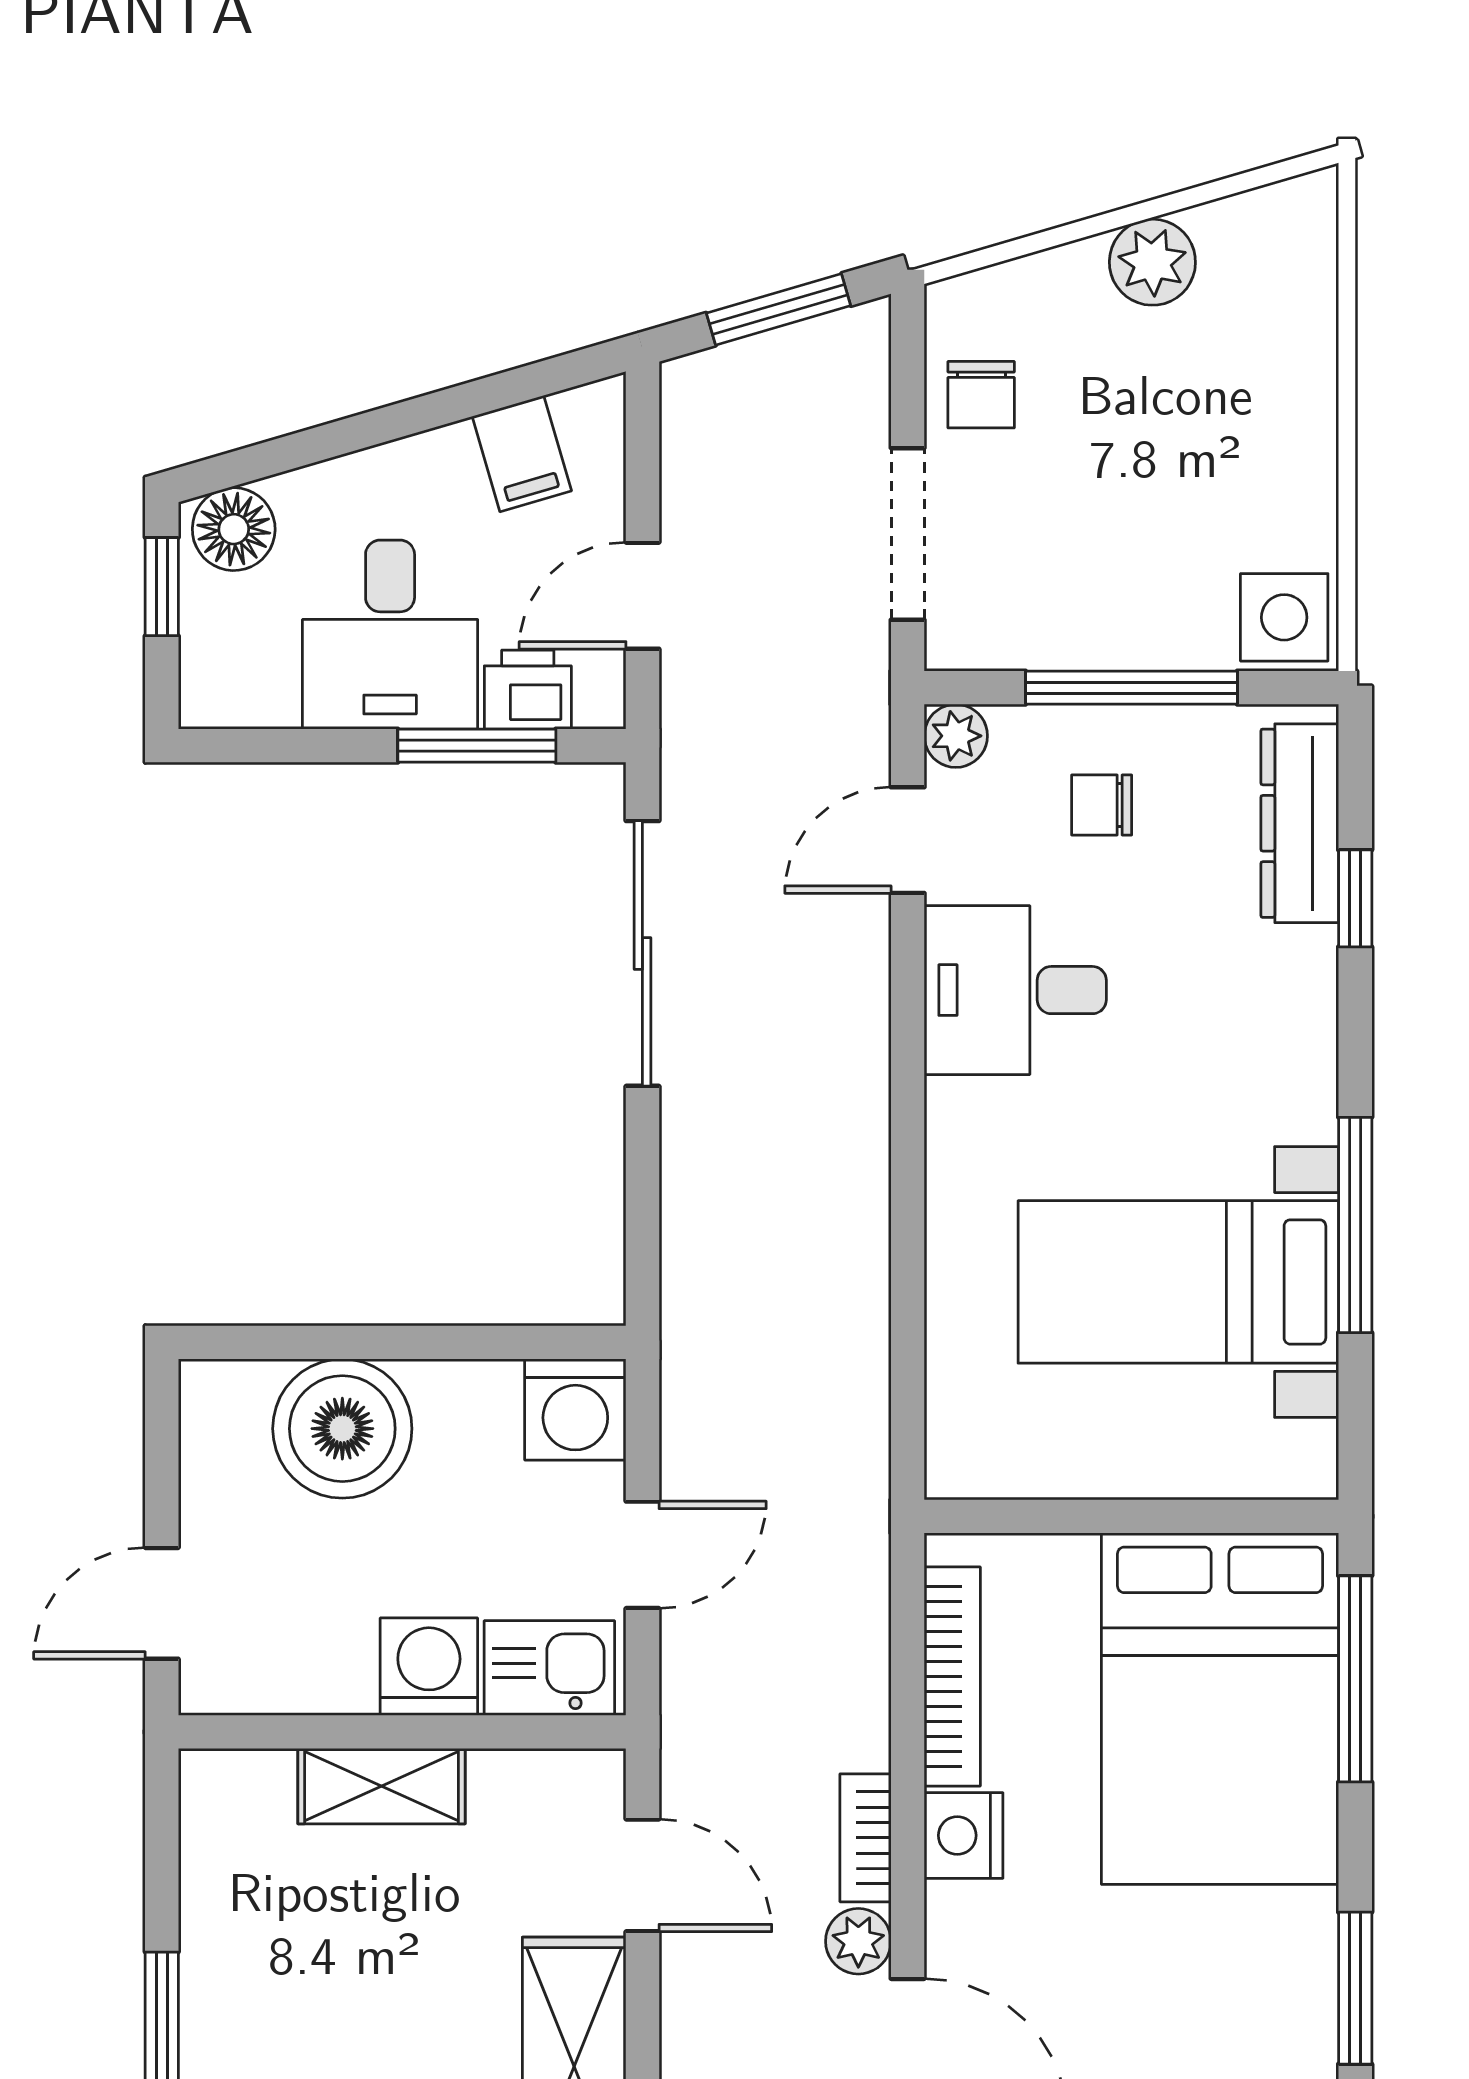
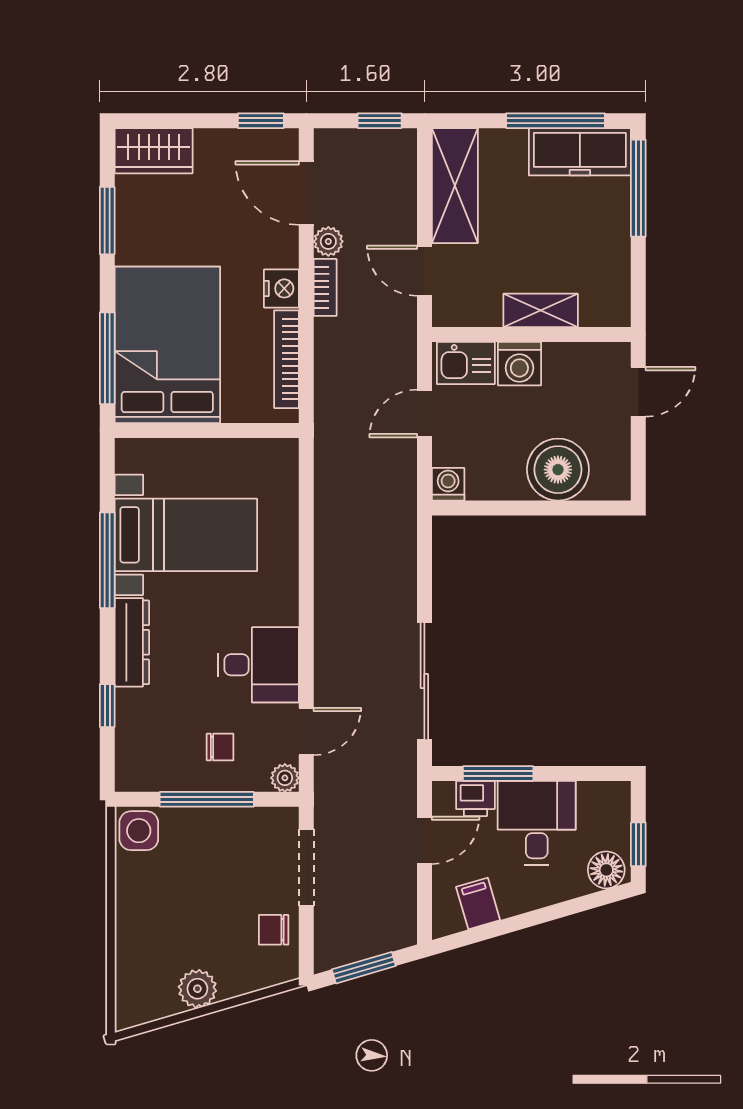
chair: (981, 395) -> (274, 930), turned -90
dresser: (1300, 823) -> (132, 642), moved
washing machine: (575, 1410) -> (448, 484), width x0.73, depth x0.73

